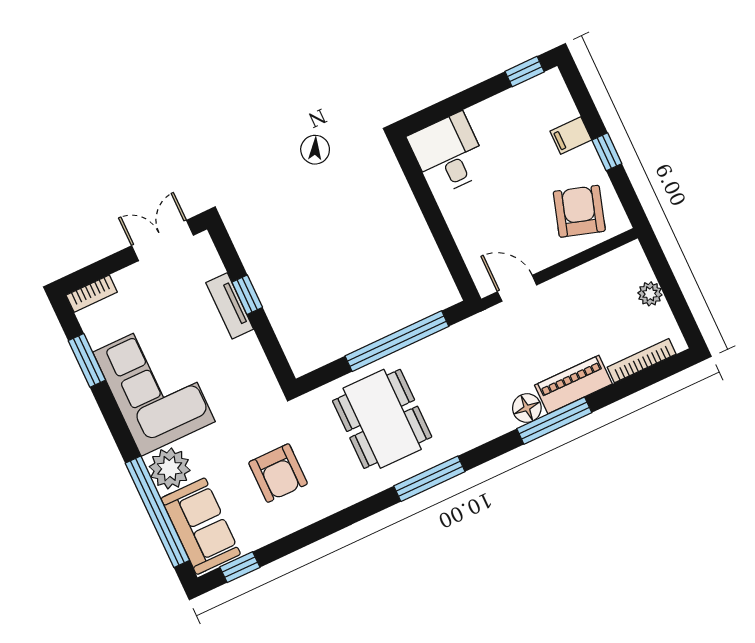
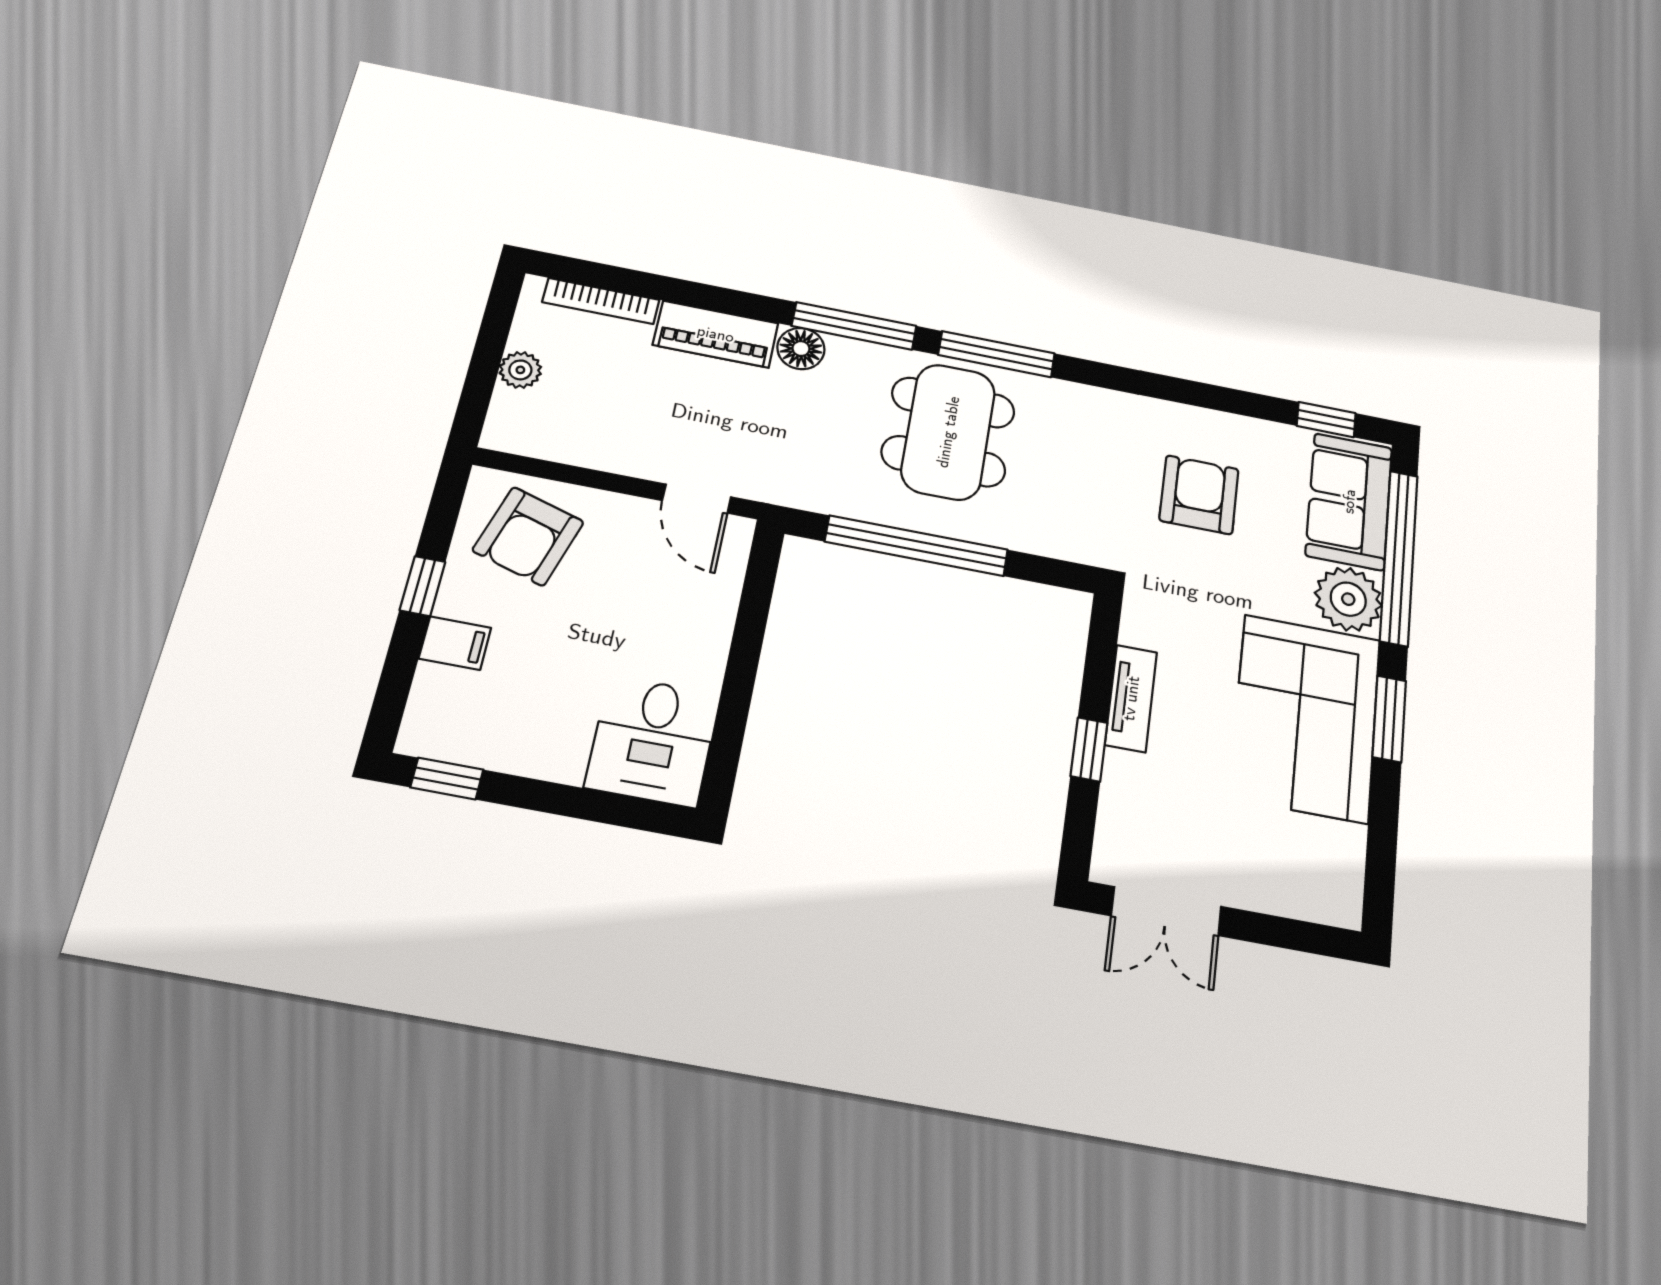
bookcase: (92, 294) -> (1321, 907), removed
tv unit: (230, 306) -> (1131, 698), moved
window: (87, 360) -> (1389, 719), moved
dining table: (382, 419) -> (948, 432), moved
window: (554, 421) -> (854, 326), moved

